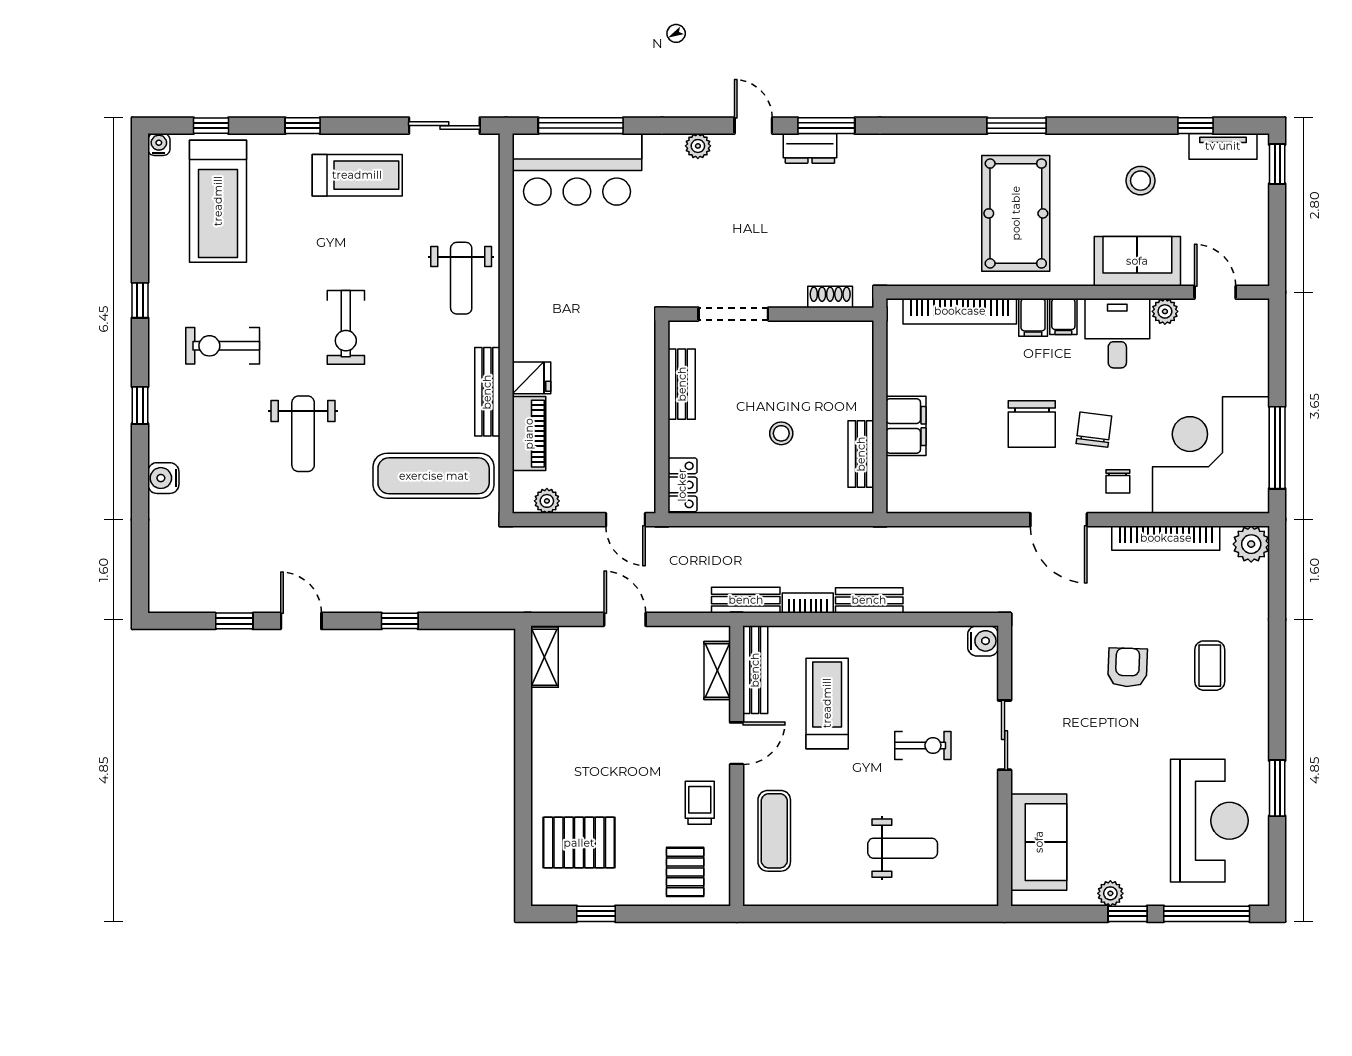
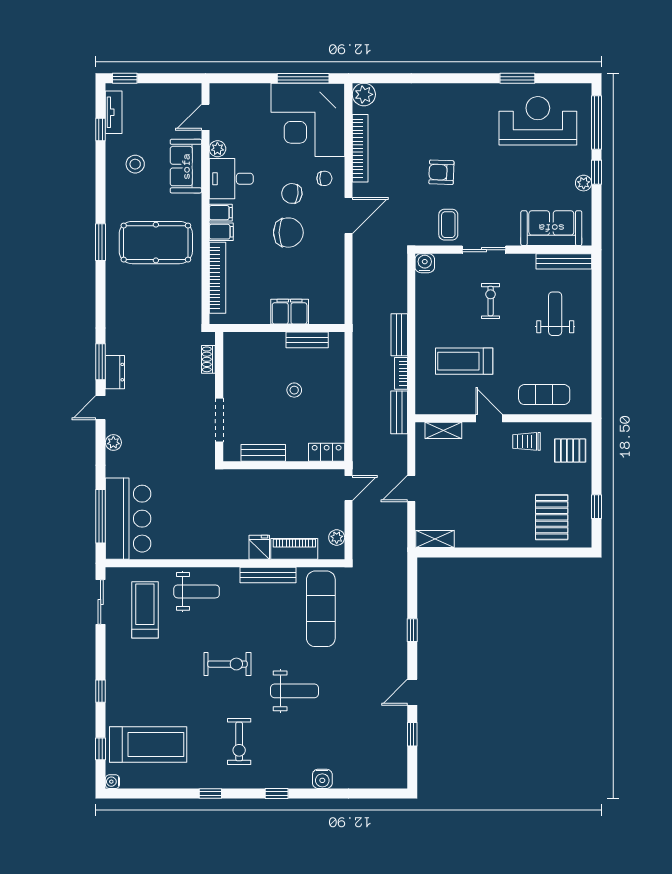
treadmill: (357, 175) -> (145, 610), moved
coffee table: (1210, 666) -> (448, 225), moved, turned 90
bench: (755, 670) -> (564, 261), moved

